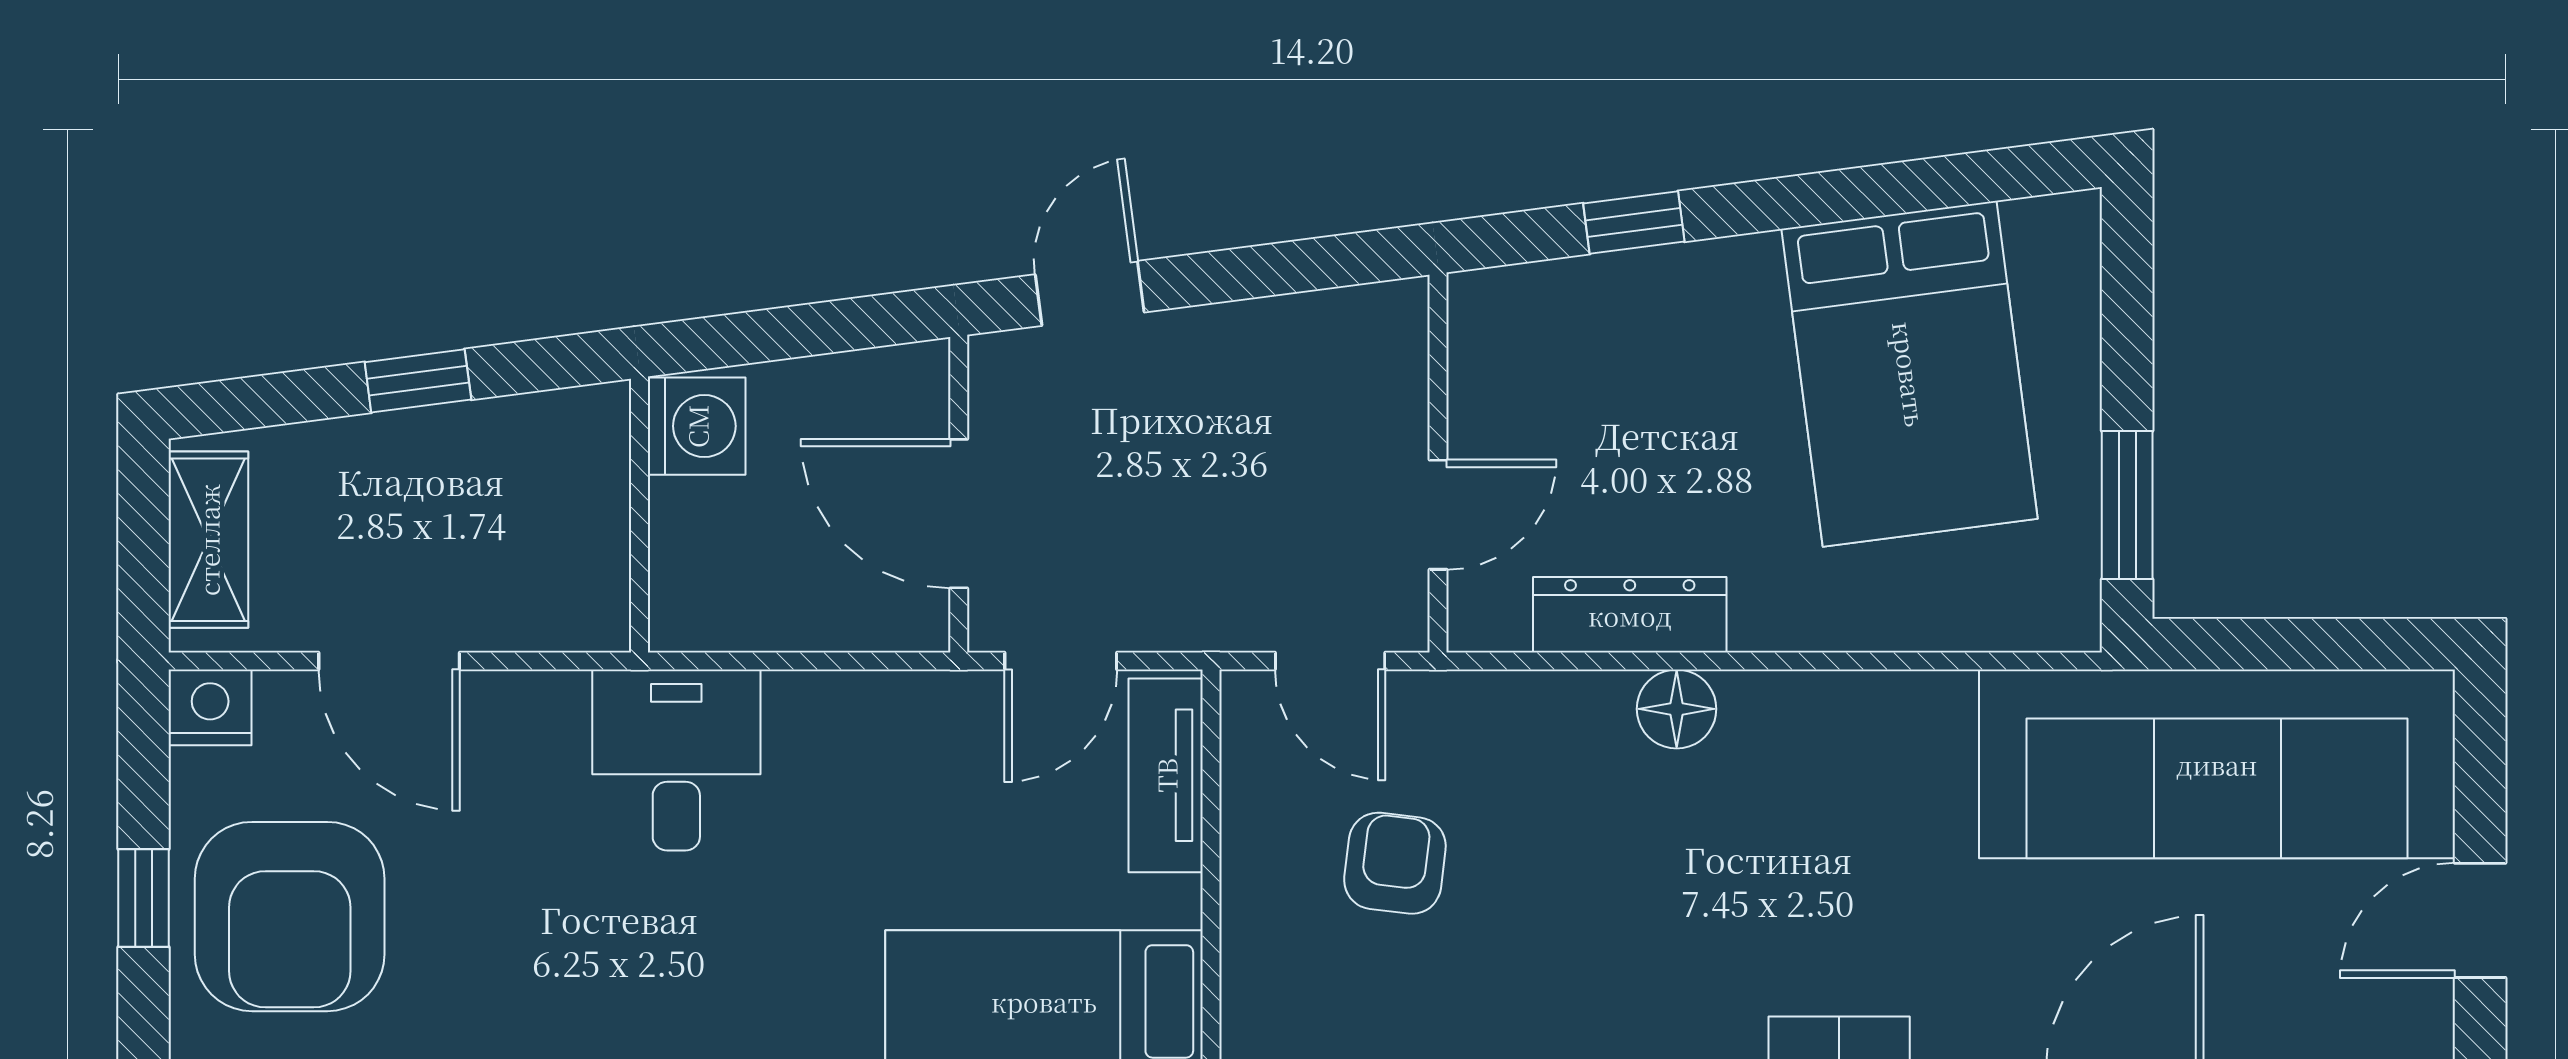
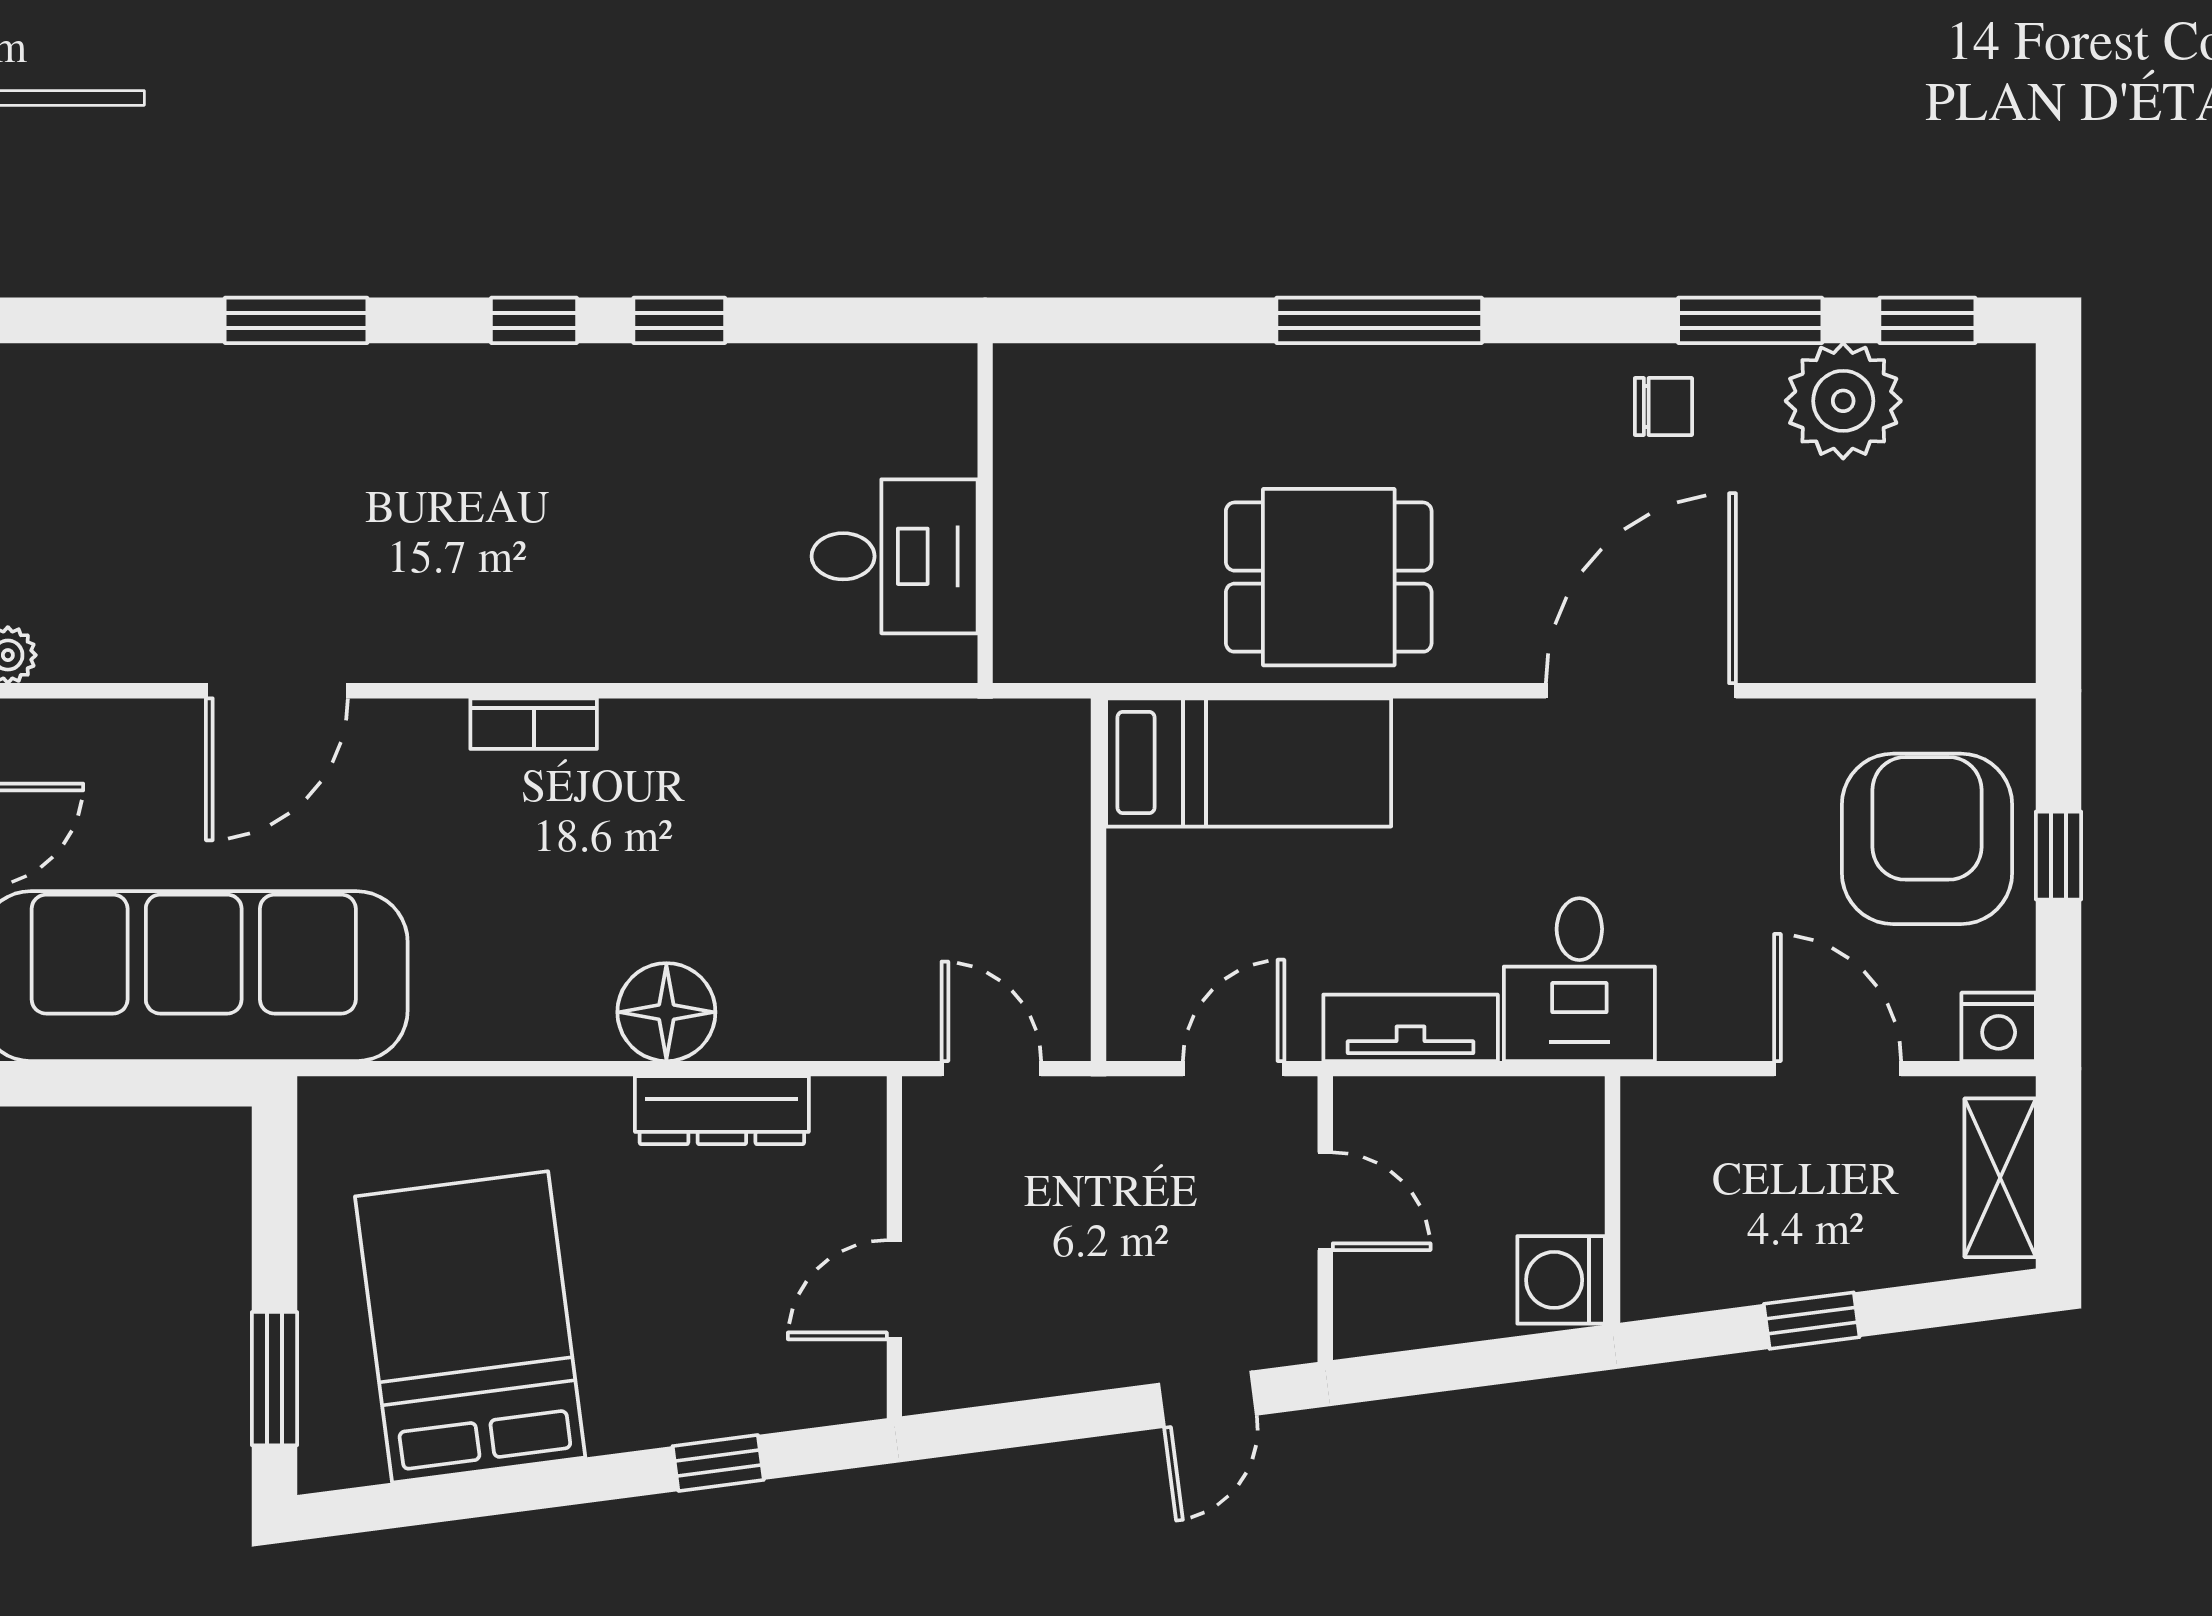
window: (2127, 505) -> (275, 1379), moved
door: (959, 514) -> (1325, 1201), width x0.73
door: (1438, 515) -> (894, 1290), moved
floor lamp: (1677, 709) -> (666, 1012), width x1.38, depth x1.38
tv unit: (1166, 775) -> (1411, 1028), moved, turned -90
armchair: (1395, 863) -> (933, 887), removed

